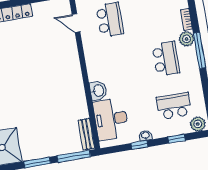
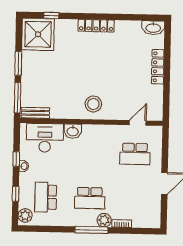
stool: (65, 74) -> (93, 104), added
school desk: (174, 106) -> (46, 197), turned 180

